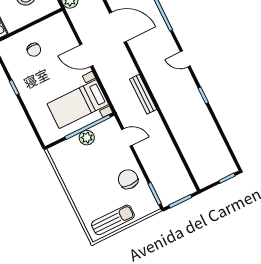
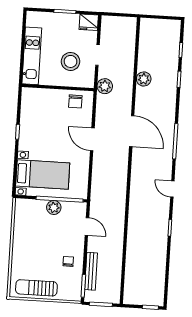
chair: (34, 50) -> (75, 101), moved
bench: (143, 94) -> (91, 271), moved
bed with nightstands: (78, 104) -> (43, 174), moved, turned 180
chair: (128, 179) -> (68, 261), width x0.54, depth x0.54
sun lounger: (113, 220) -> (36, 288), turned 180

